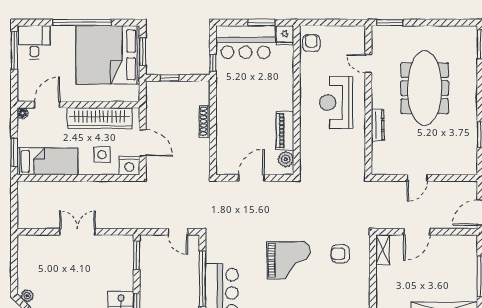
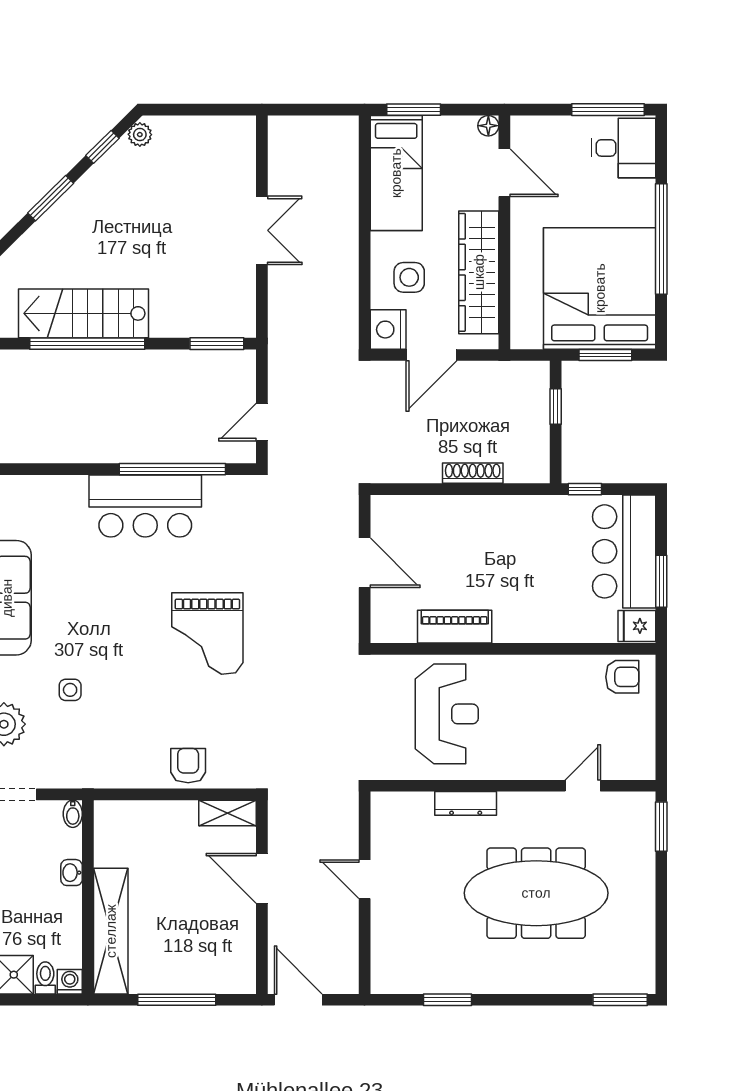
reception desk: (336, 103) -> (447, 714), moved, turned 90
plant: (286, 159) -> (400, 628), removed
armchair: (340, 254) -> (188, 766), moved

